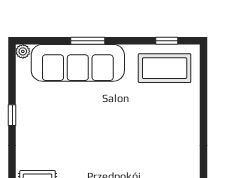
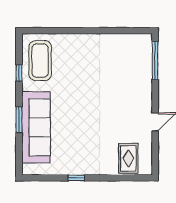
window: (167, 41) -> (19, 73), moved
plant: (23, 51) -> (27, 170), removed

